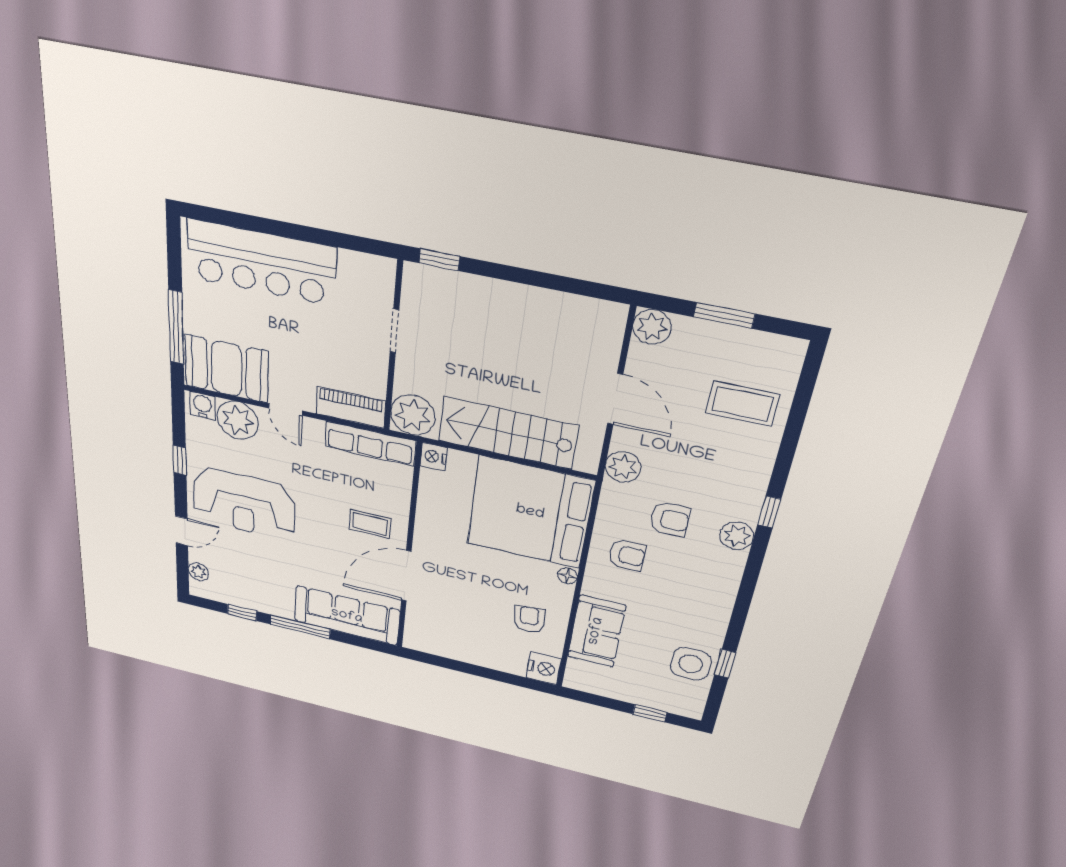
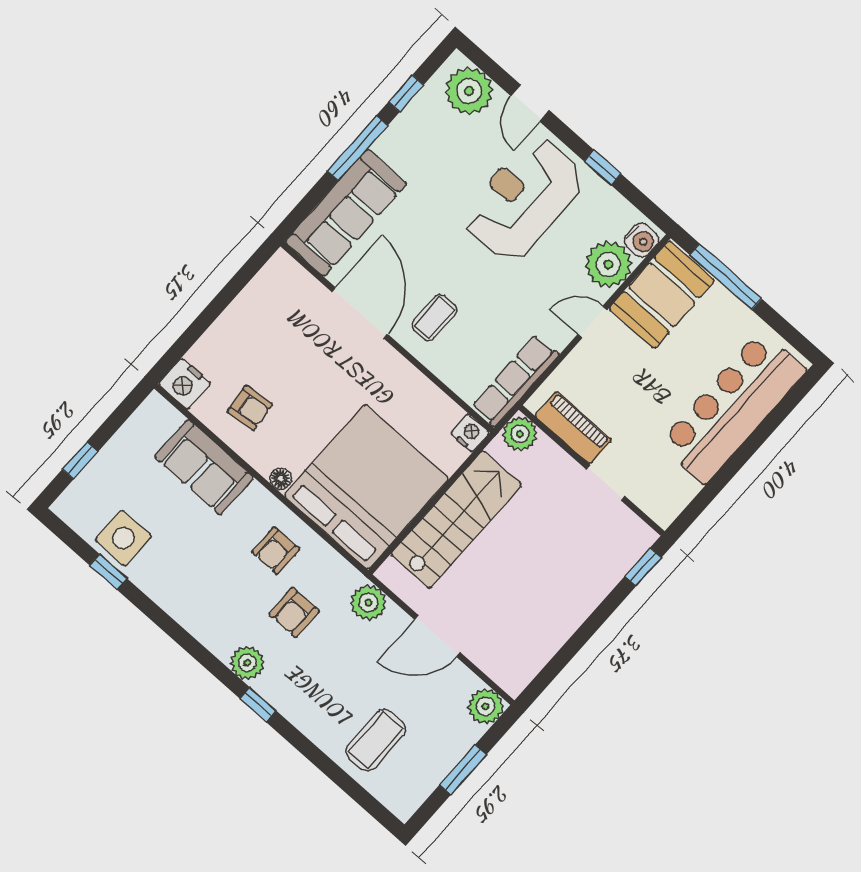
piano: (351, 407) -> (573, 428), moved, turned -90
plant: (413, 415) -> (520, 434), width x0.73, depth x0.73
plant: (199, 572) -> (469, 91), width x1.87, depth x1.87

